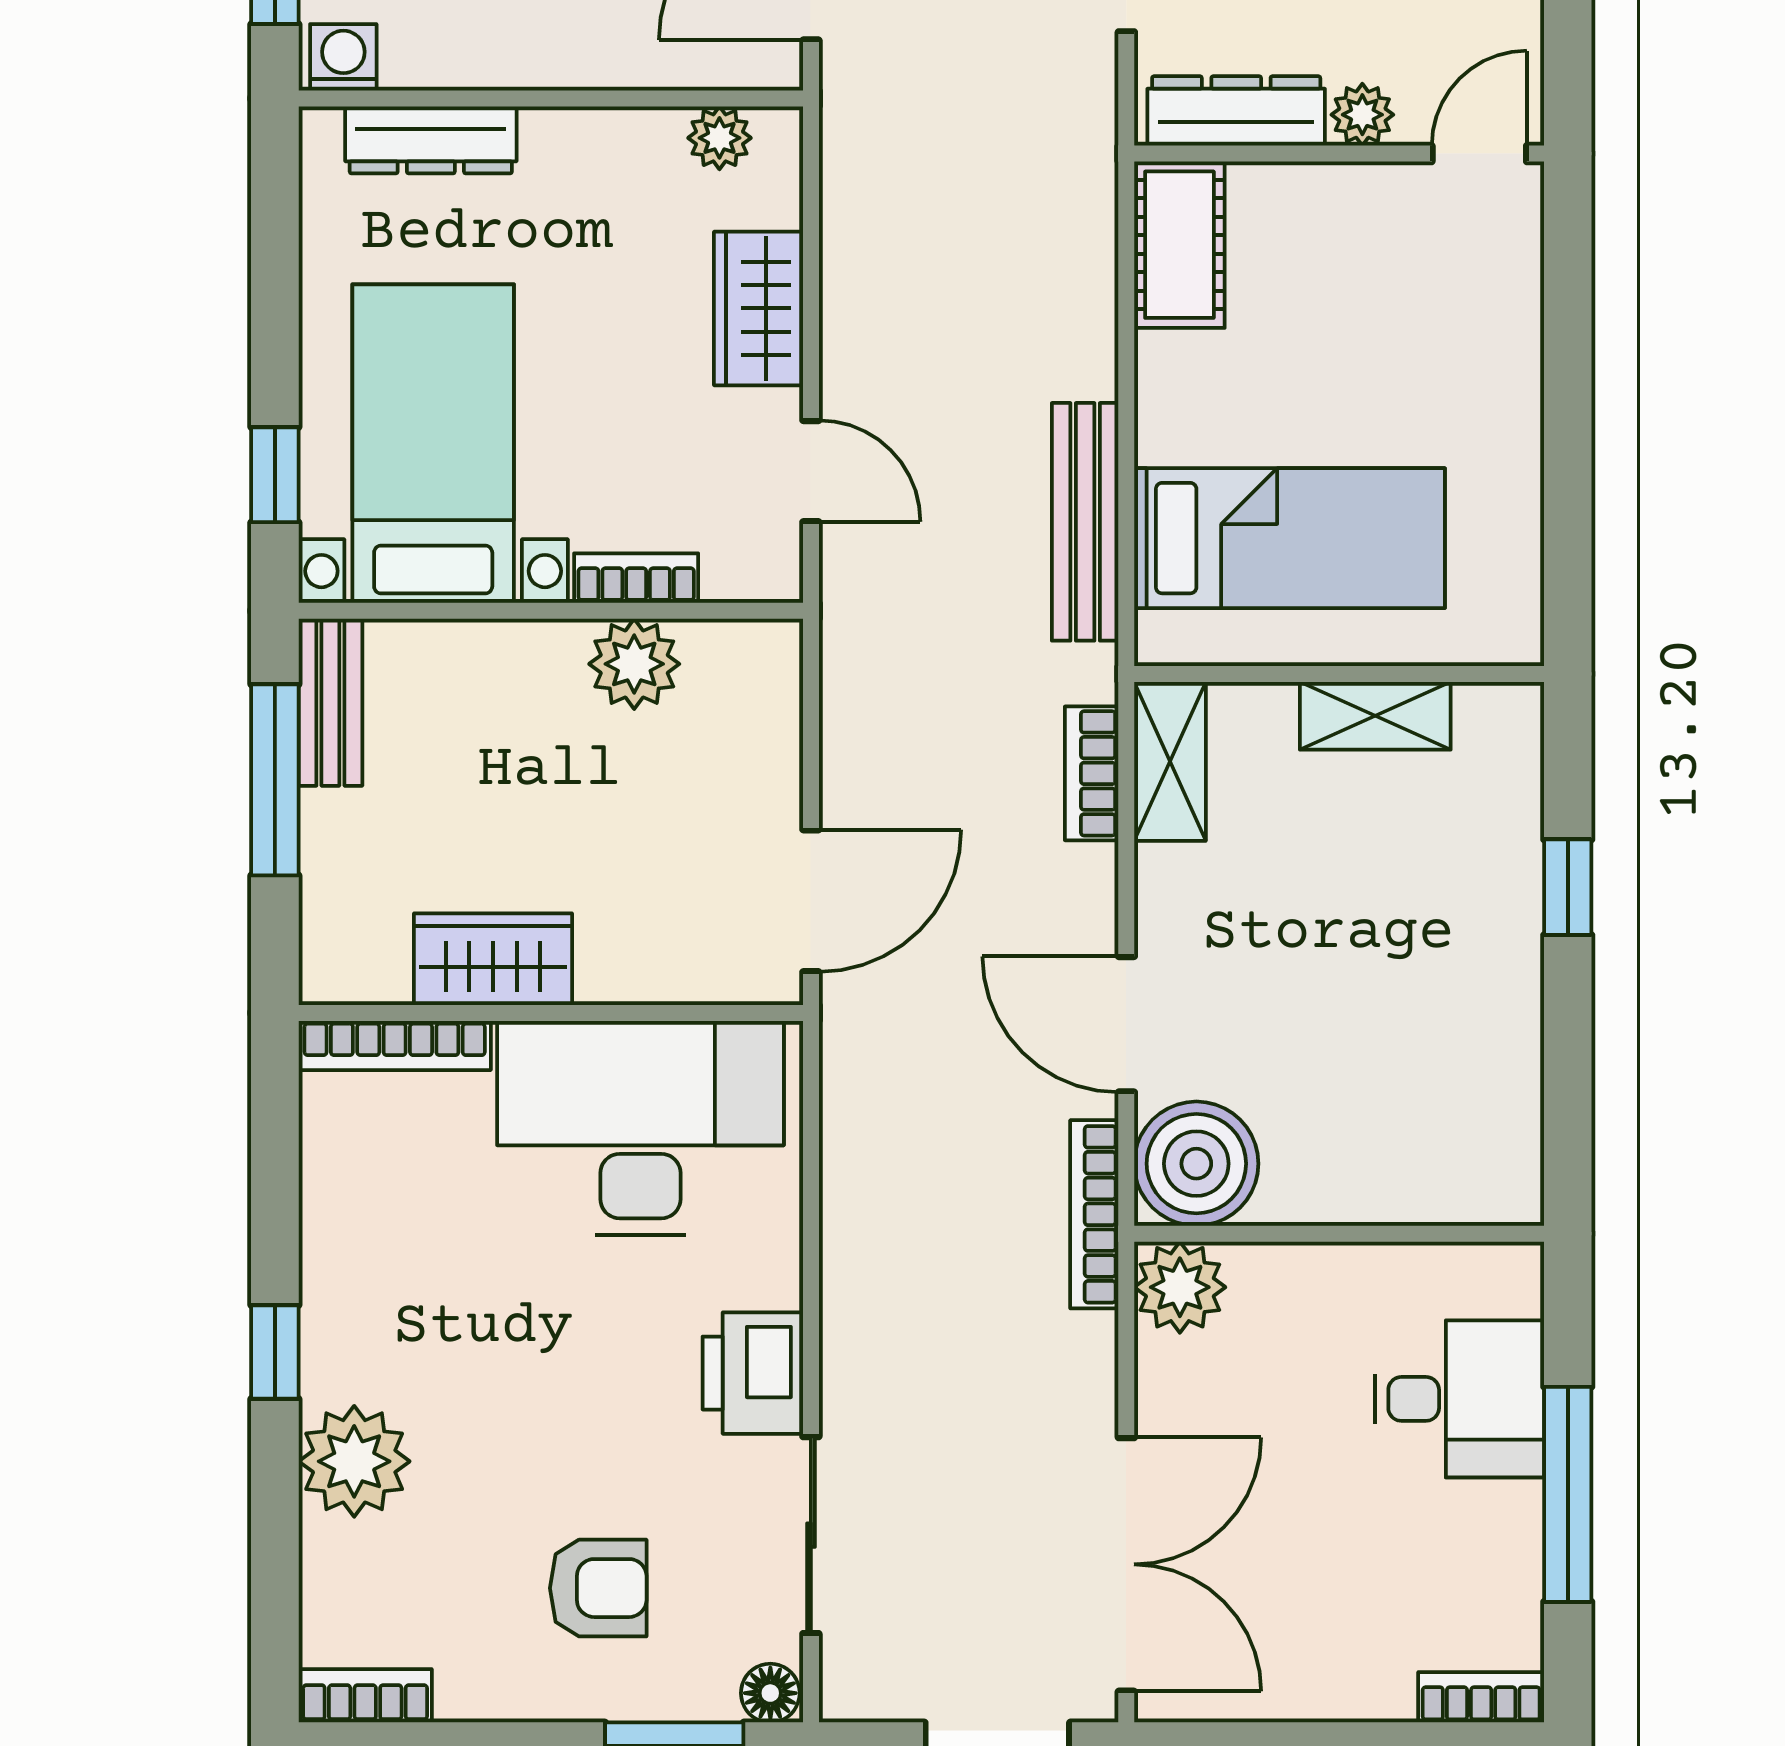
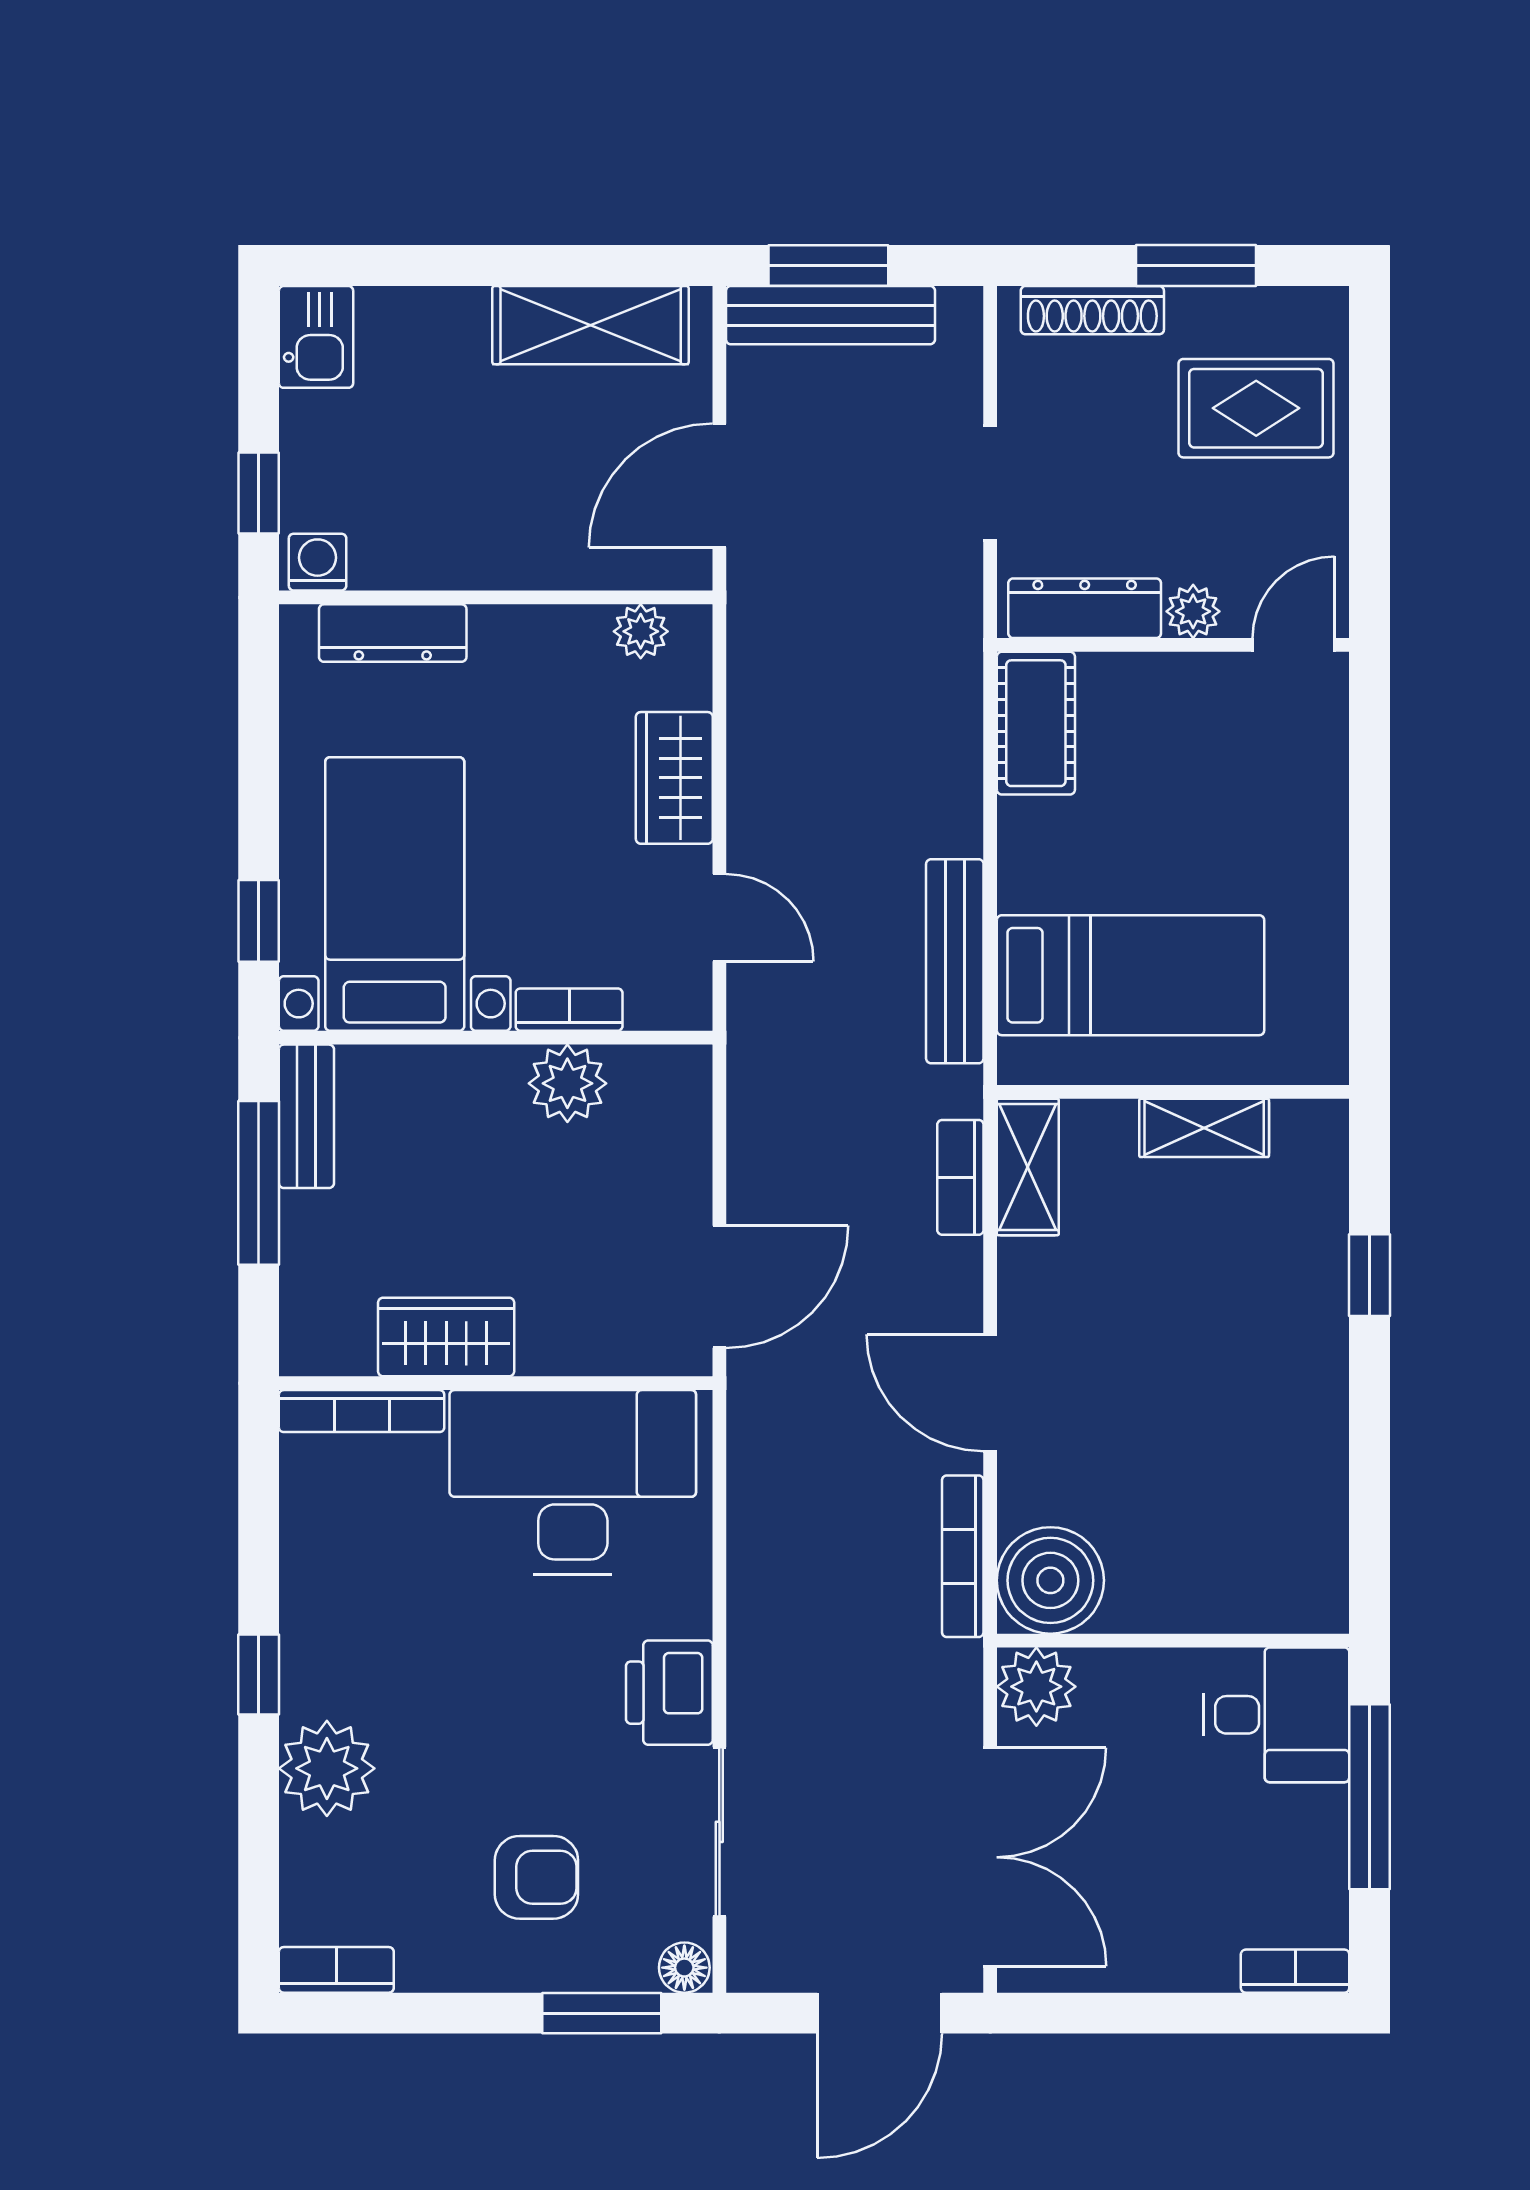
boiler: (1196, 1164) -> (1050, 1580), moved
wall: (1339, 1234) -> (1173, 1641), moved
plant: (1180, 1287) -> (1036, 1687), moved

